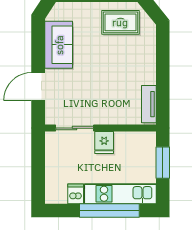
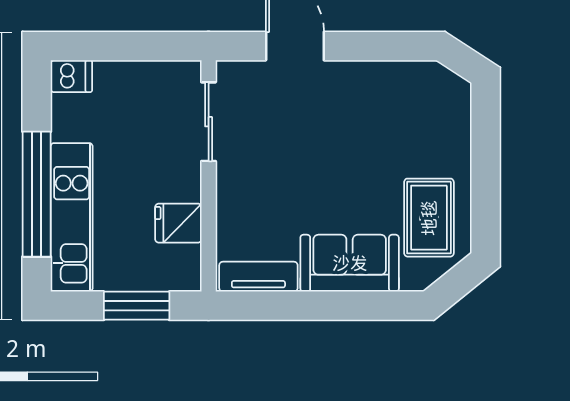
sofa: (59, 45) -> (350, 263), moved, turned 180
fridge: (104, 143) -> (178, 223), moved
dishwasher: (76, 194) -> (71, 76), moved

